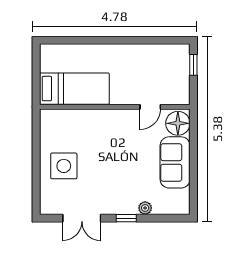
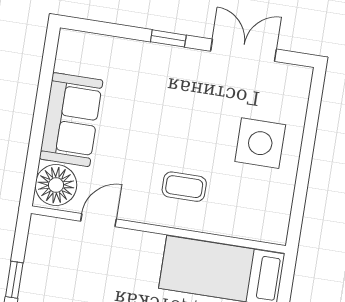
coffee table: (104, 134) -> (184, 187), added
plant: (145, 208) -> (134, 50), removed

